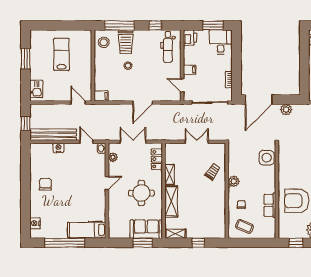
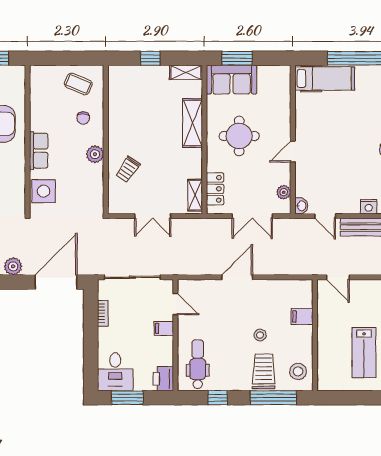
filing cabinet: (101, 96) -> (302, 317), moved
shelving: (170, 175) -> (195, 195), moved
row of seats: (270, 205) -> (39, 151), moved

